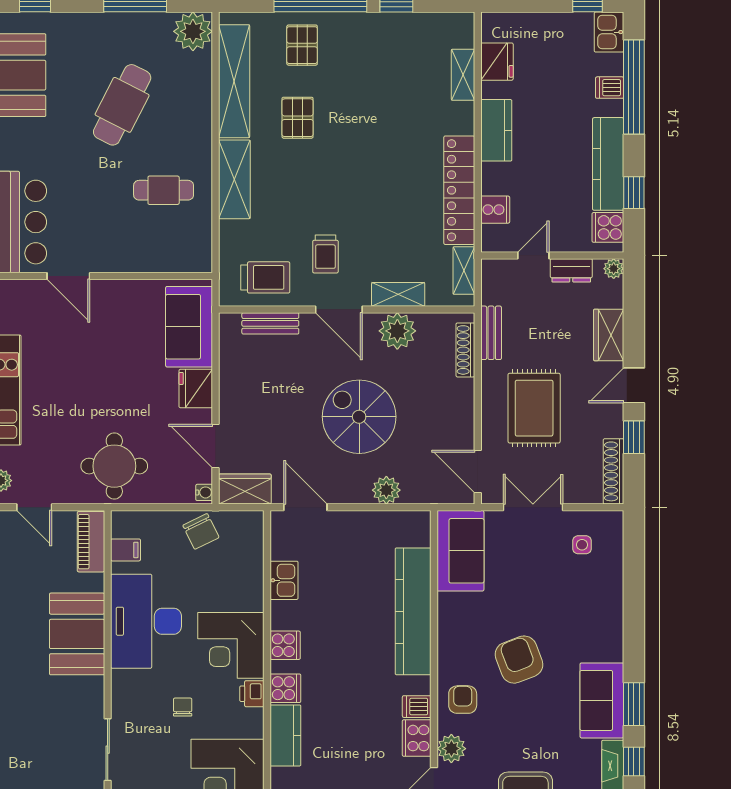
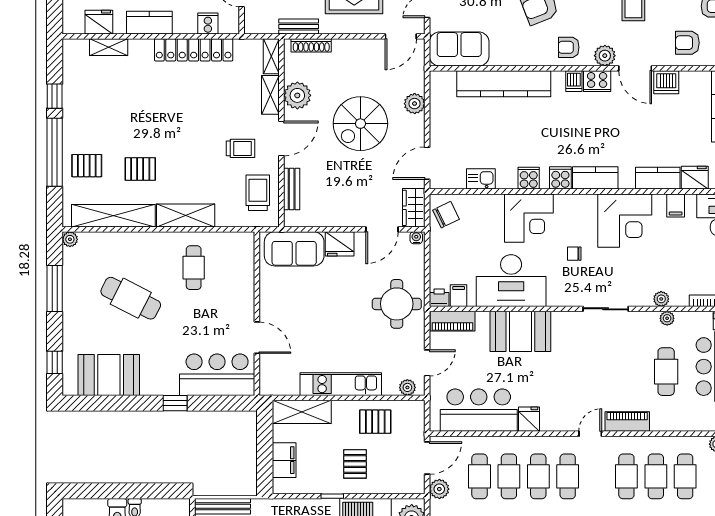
plant: (193, 31) -> (70, 239), width x0.53, depth x0.53
shelving: (464, 271) -> (271, 56), moved, turned 90
door: (68, 276) -> (257, 338), hinge flipped
chair: (201, 531) -> (446, 215), moved
printer: (252, 694) -> (439, 298), moved, turned 180

